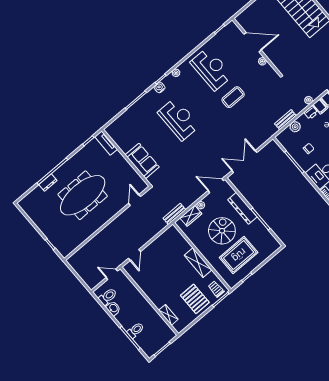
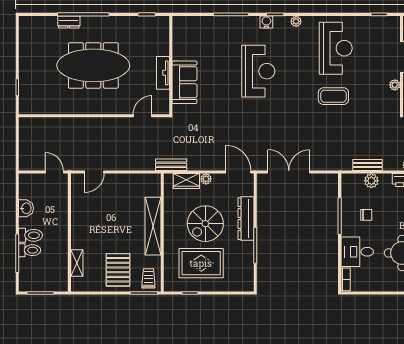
tv unit: (106, 143) -> (163, 73), moved
spiral stairs: (222, 231) -> (205, 224), turned 180
shelving: (198, 263) -> (153, 226), width x1.47
toilet: (108, 297) -> (31, 235), moved

